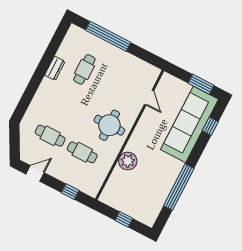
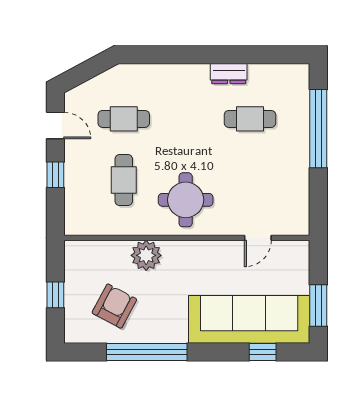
cafe table: (50, 136) -> (124, 119), turned 90
window: (70, 192) -> (55, 175), moved
armchair: (146, 192) -> (114, 306), added

